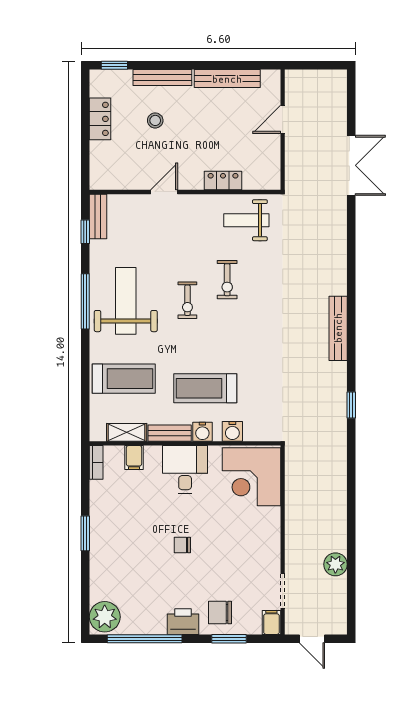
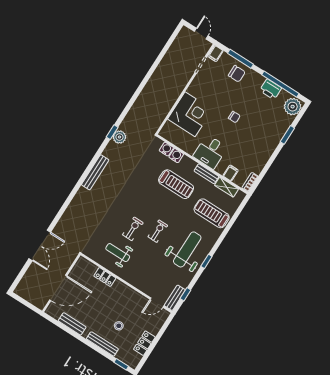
bench: (227, 79) -> (72, 324), width x0.73
door: (283, 119) -> (58, 288), width x1.87
double door: (351, 165) -> (40, 245), swing flipped
door: (164, 192) -> (157, 303), moved
weight bench: (246, 220) -> (118, 253), moved, turned 180
window: (85, 301) -> (206, 261), width x0.46
weight bench: (126, 301) -> (187, 249), turned 180
water cooler: (202, 432) -> (166, 149), moved
corner desk: (251, 477) -> (190, 114), moved
window: (85, 533) -> (287, 135), moved
plant: (335, 564) -> (119, 137), moved
printer: (183, 622) -> (271, 89), moved
window: (229, 639) -> (241, 59), width x1.44

